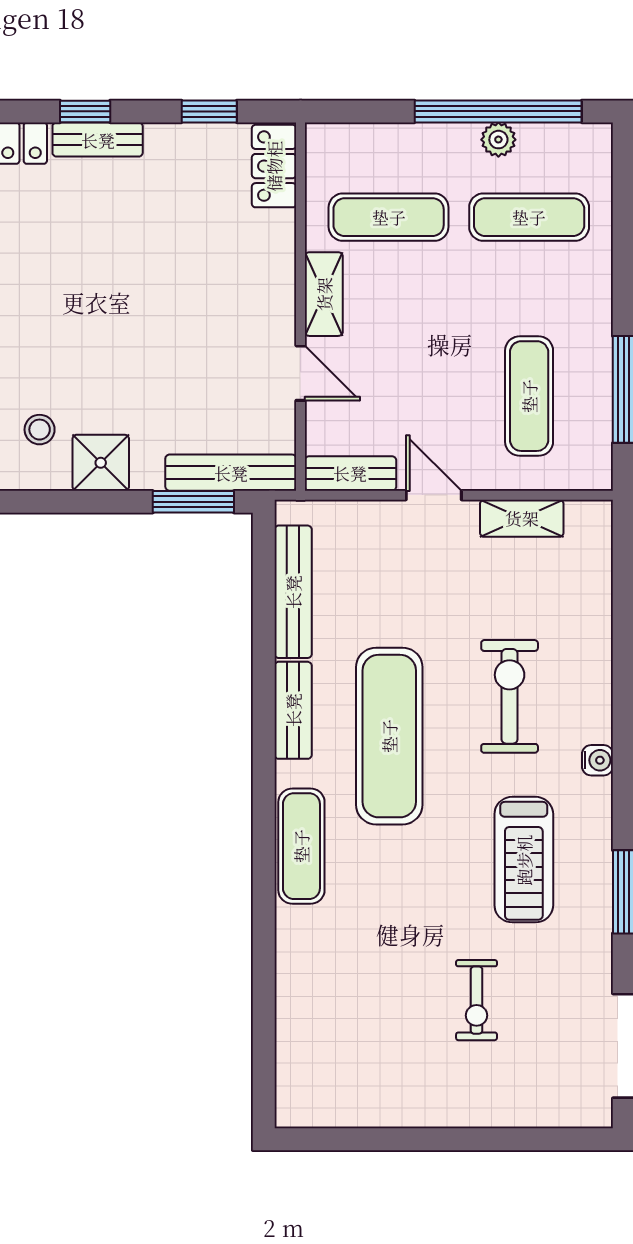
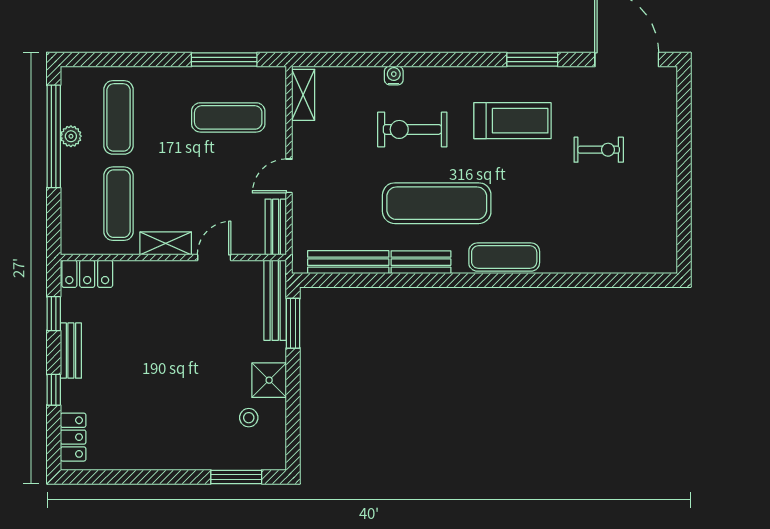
bench: (98, 140) -> (71, 351), moved
shelving: (522, 518) -> (303, 95), moved
water cooler: (597, 760) -> (394, 76), moved

